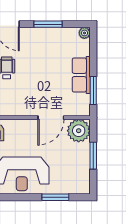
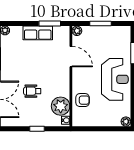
plant: (79, 131) -> (77, 31), width x0.53, depth x0.53

